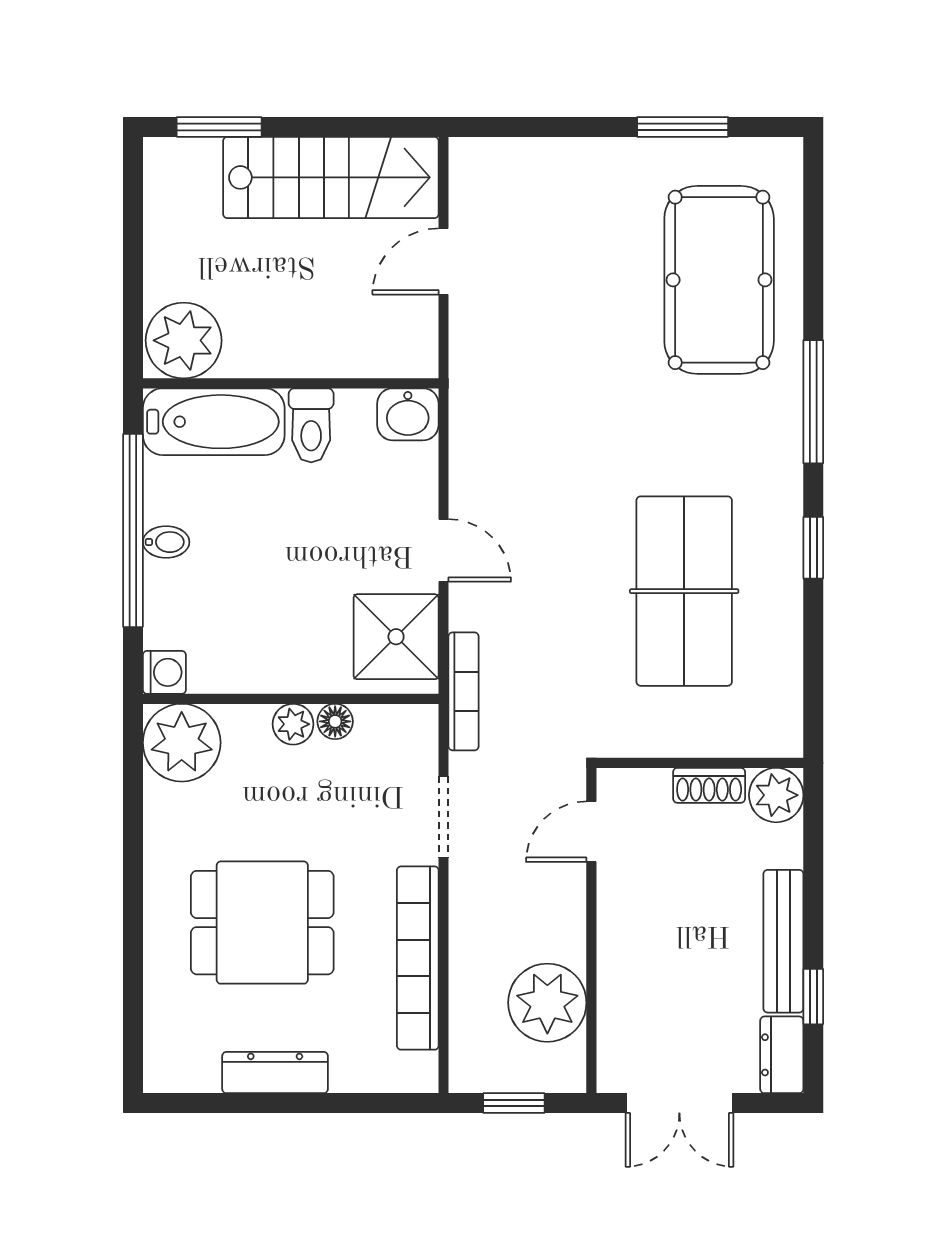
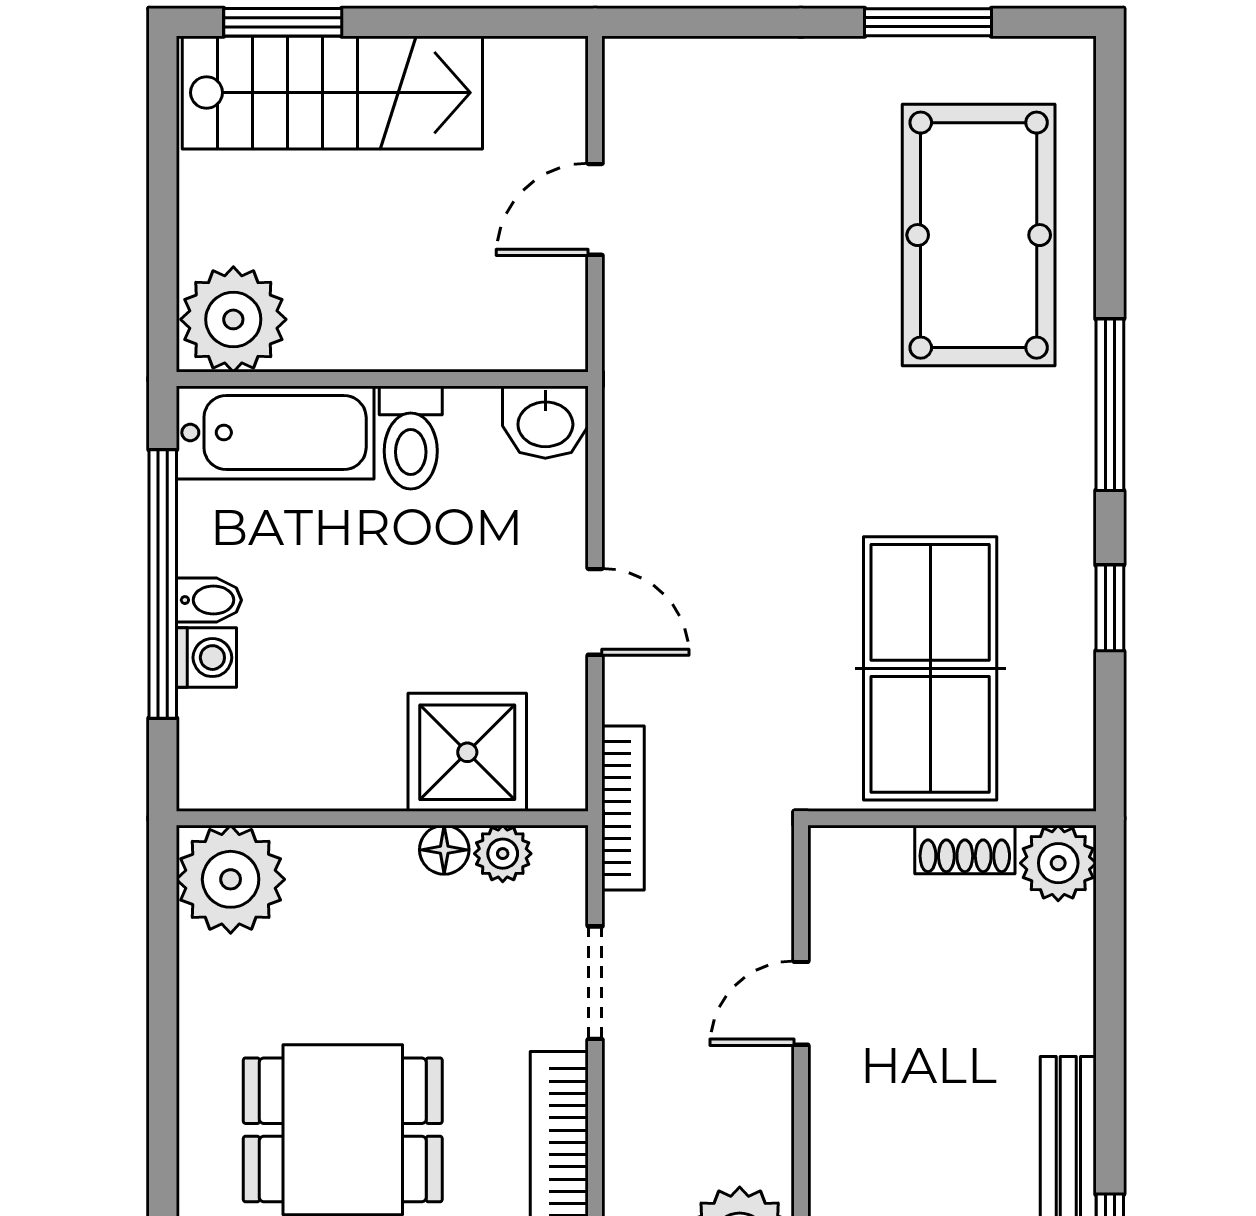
stairs: (331, 177) -> (332, 93), moved
shower: (396, 637) -> (467, 752), moved
washing machine: (164, 672) -> (206, 658), moved
plant: (293, 724) -> (503, 854), moved
wall: (700, 763) -> (952, 818), moved
shoe rack: (709, 785) -> (965, 850), moved
plant: (776, 795) -> (1058, 863), moved

